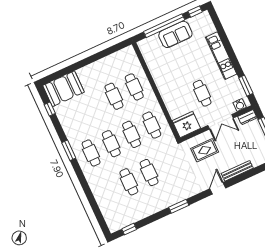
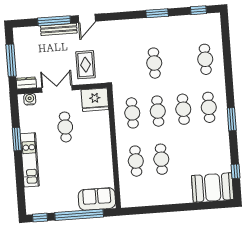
sofa: (175, 34) -> (97, 199), moved
window: (246, 86) -> (17, 139), moved
rug: (205, 150) -> (86, 65), turned 90
window: (244, 176) -> (54, 21), added
cafe table: (129, 182) -> (205, 59), moved
window: (179, 206) -> (157, 13), moved

